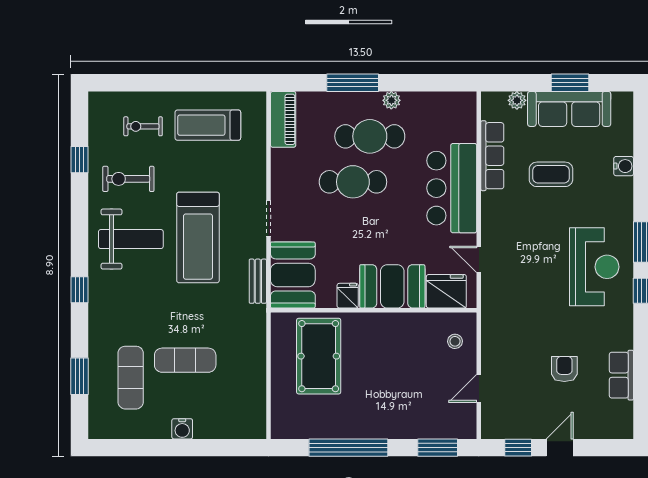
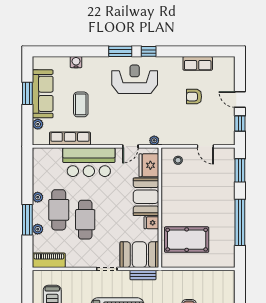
plant: (337, 100) -> (38, 229), added
plant: (489, 300) -> (154, 140), added

